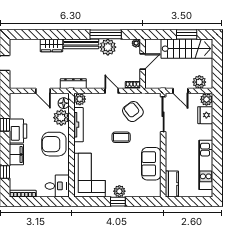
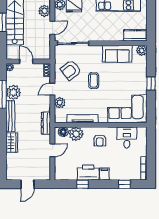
plant: (80, 99) -> (60, 103), moved
armchair: (54, 144) -> (100, 140), width x0.53, depth x0.53
filing cabinet: (16, 155) -> (104, 174), width x0.50
desk: (57, 186) -> (127, 137), moved
plant: (119, 191) -> (142, 51), moved

